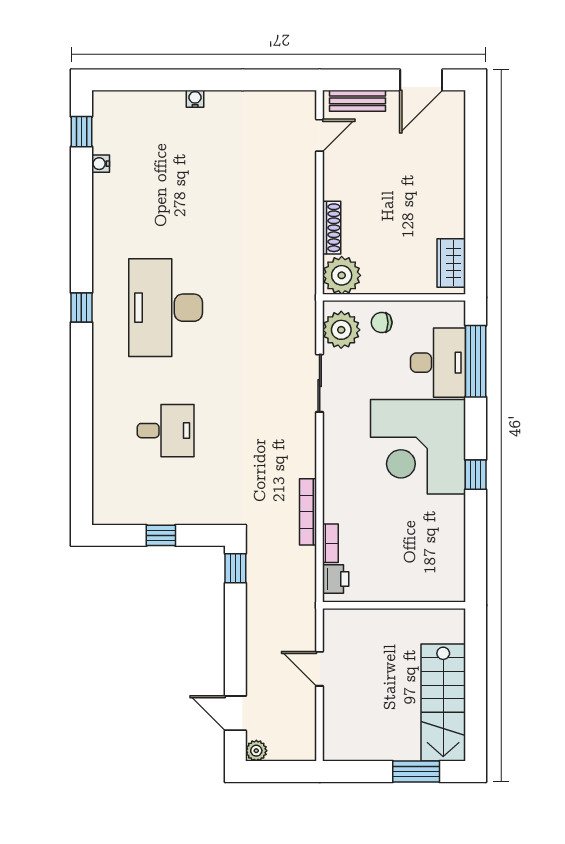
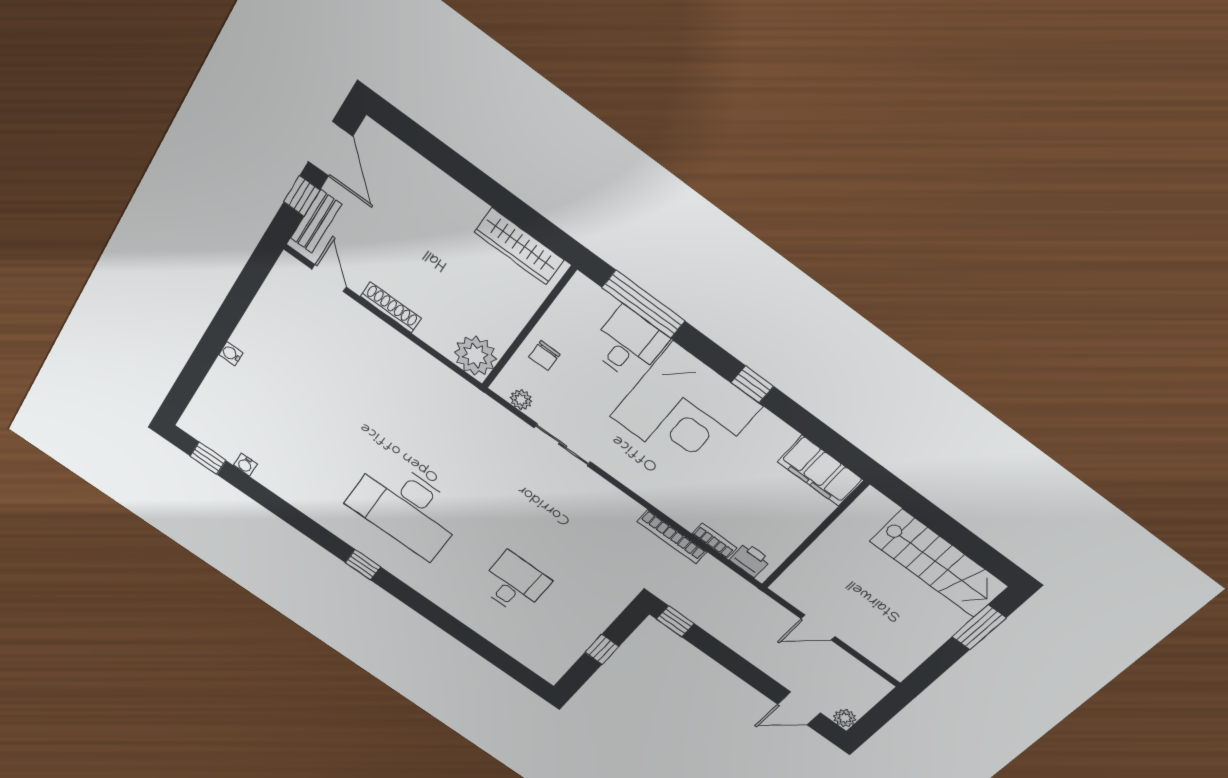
window: (369, 80) -> (302, 196), added
shoe rack: (332, 228) -> (391, 307), moved
wardrobe: (451, 263) -> (519, 246), width x1.50
plant: (341, 330) -> (521, 400), width x0.53, depth x0.53
desk: (438, 363) -> (628, 344), width x0.73
filing cabinet: (448, 569) -> (821, 471), added

